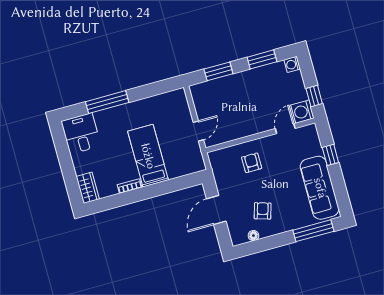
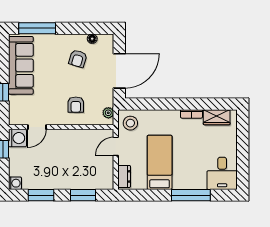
dresser: (181, 102) -> (124, 176), added
bed: (148, 156) -> (160, 162), moved, turned 180
stool: (190, 159) -> (130, 123), added
plant: (216, 164) -> (108, 113), added
wardrobe: (88, 188) -> (217, 117), moved, turned -90
door: (216, 210) -> (119, 71), width x1.36

